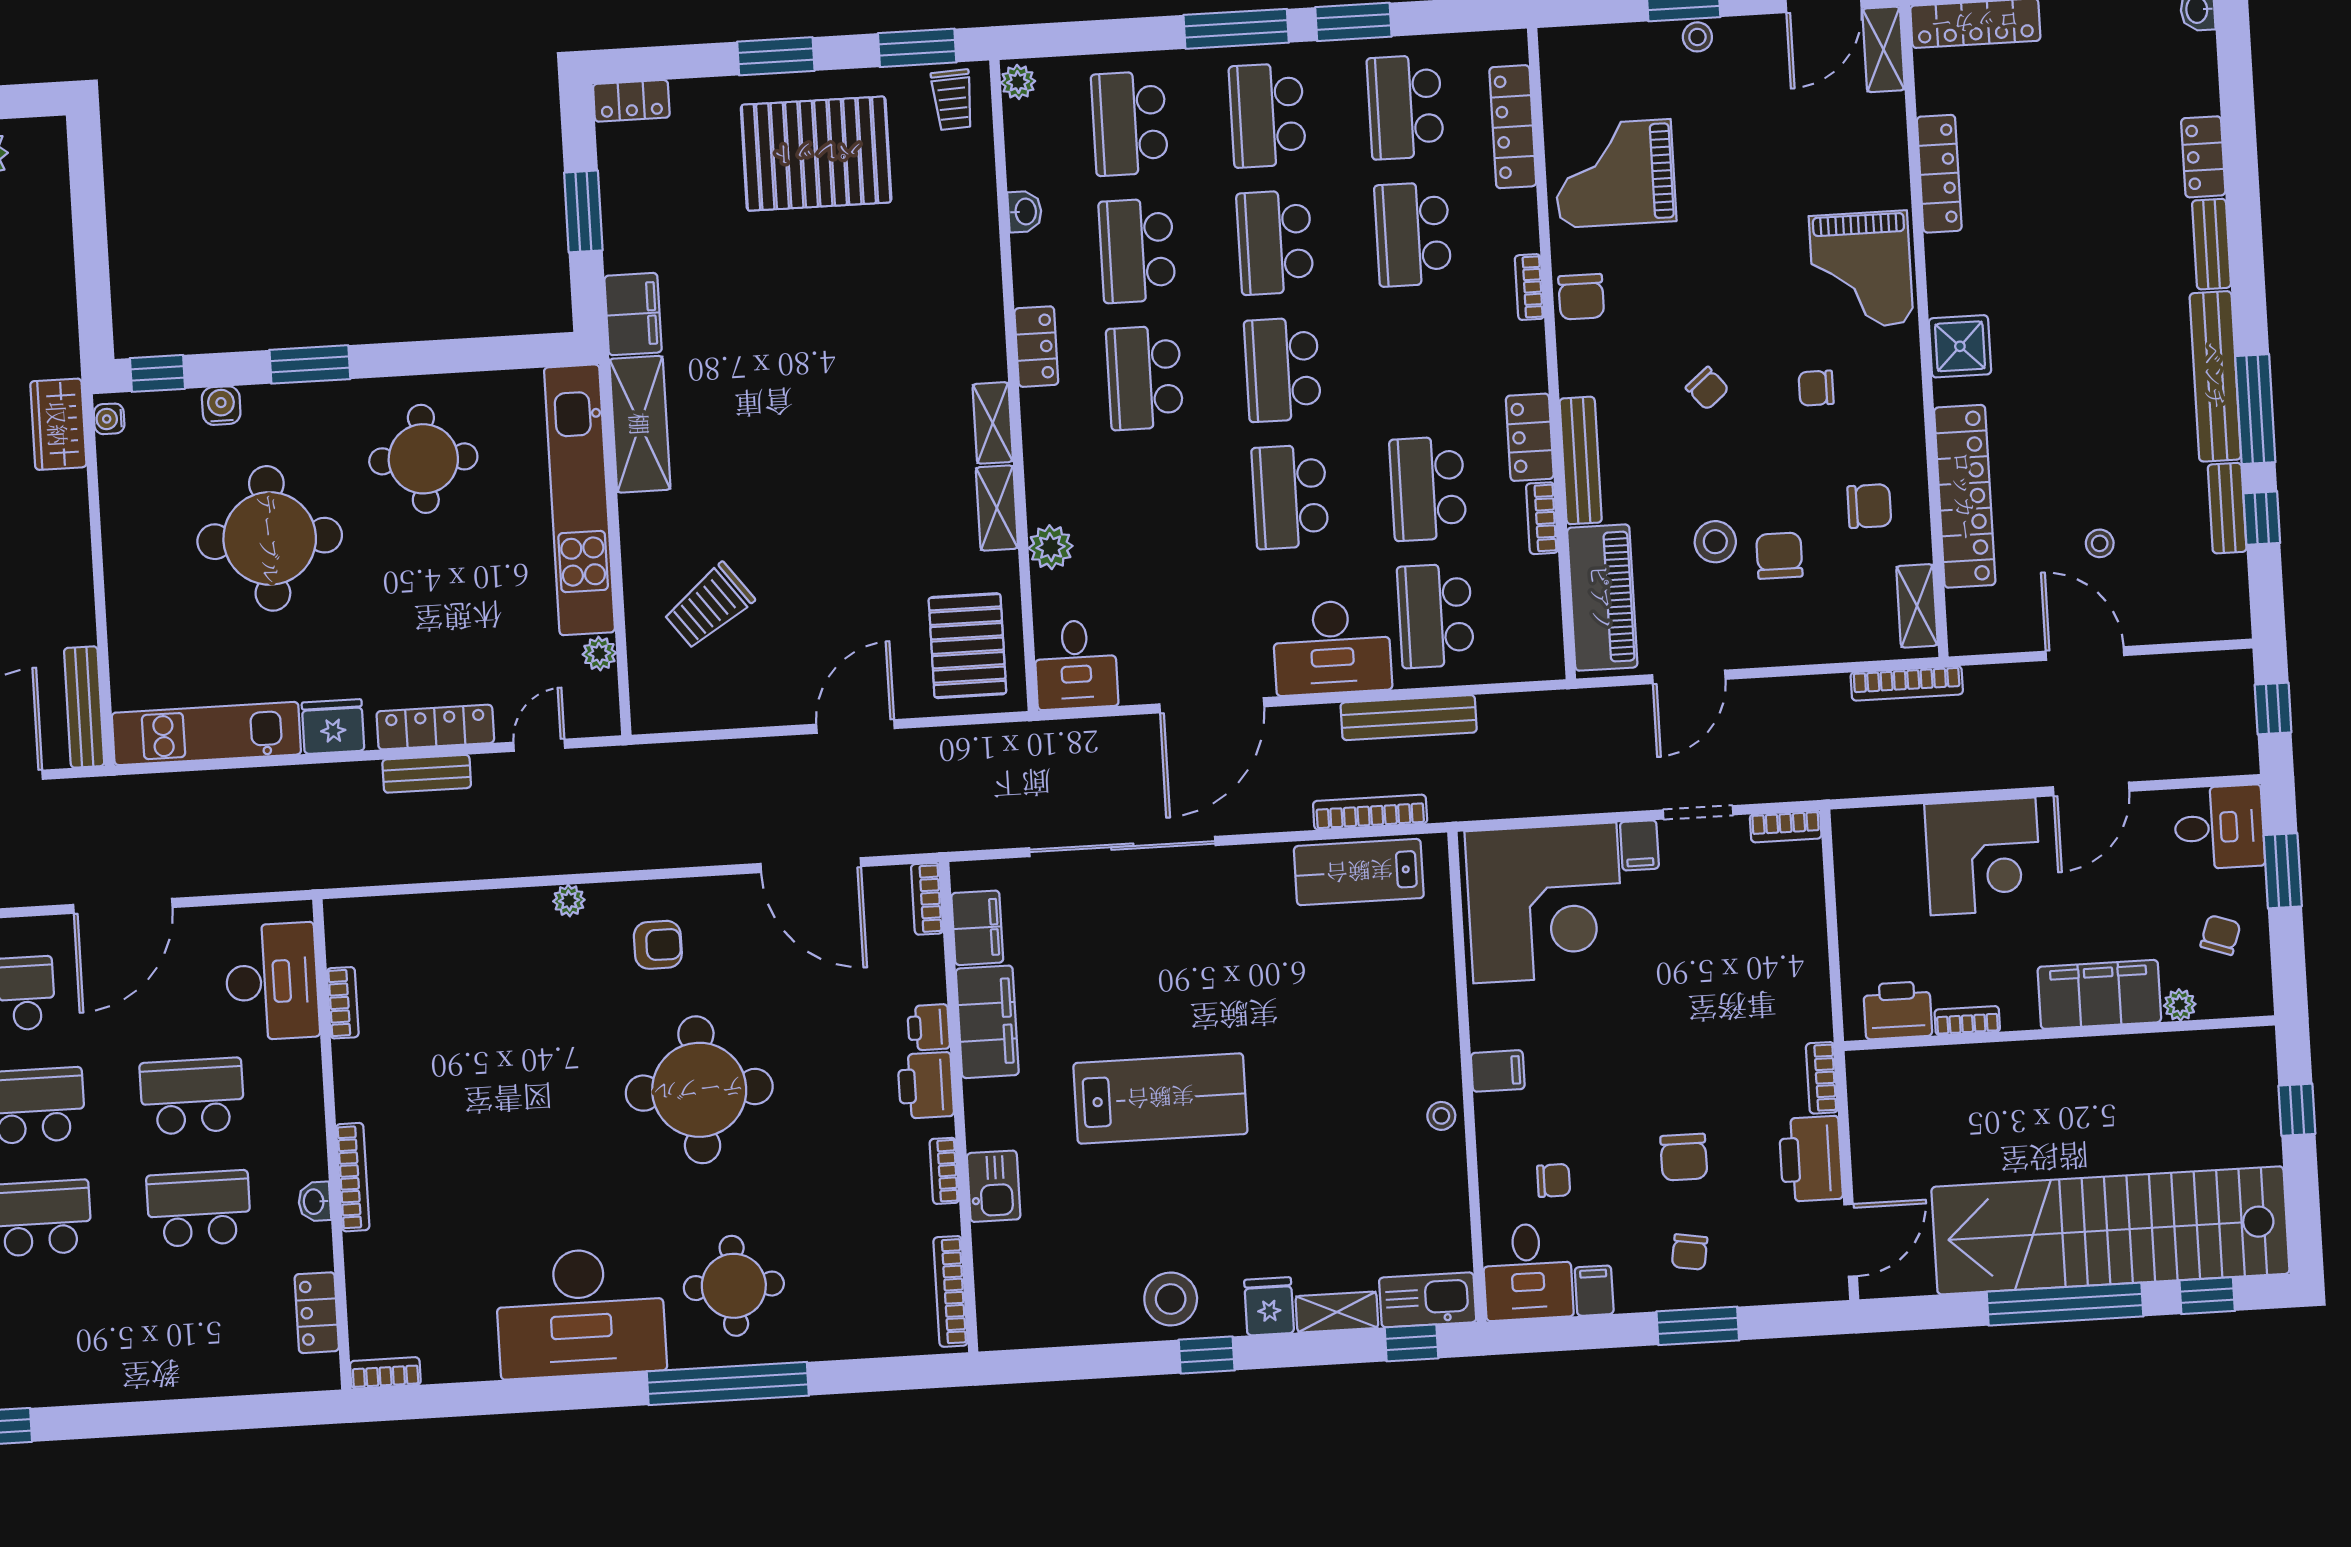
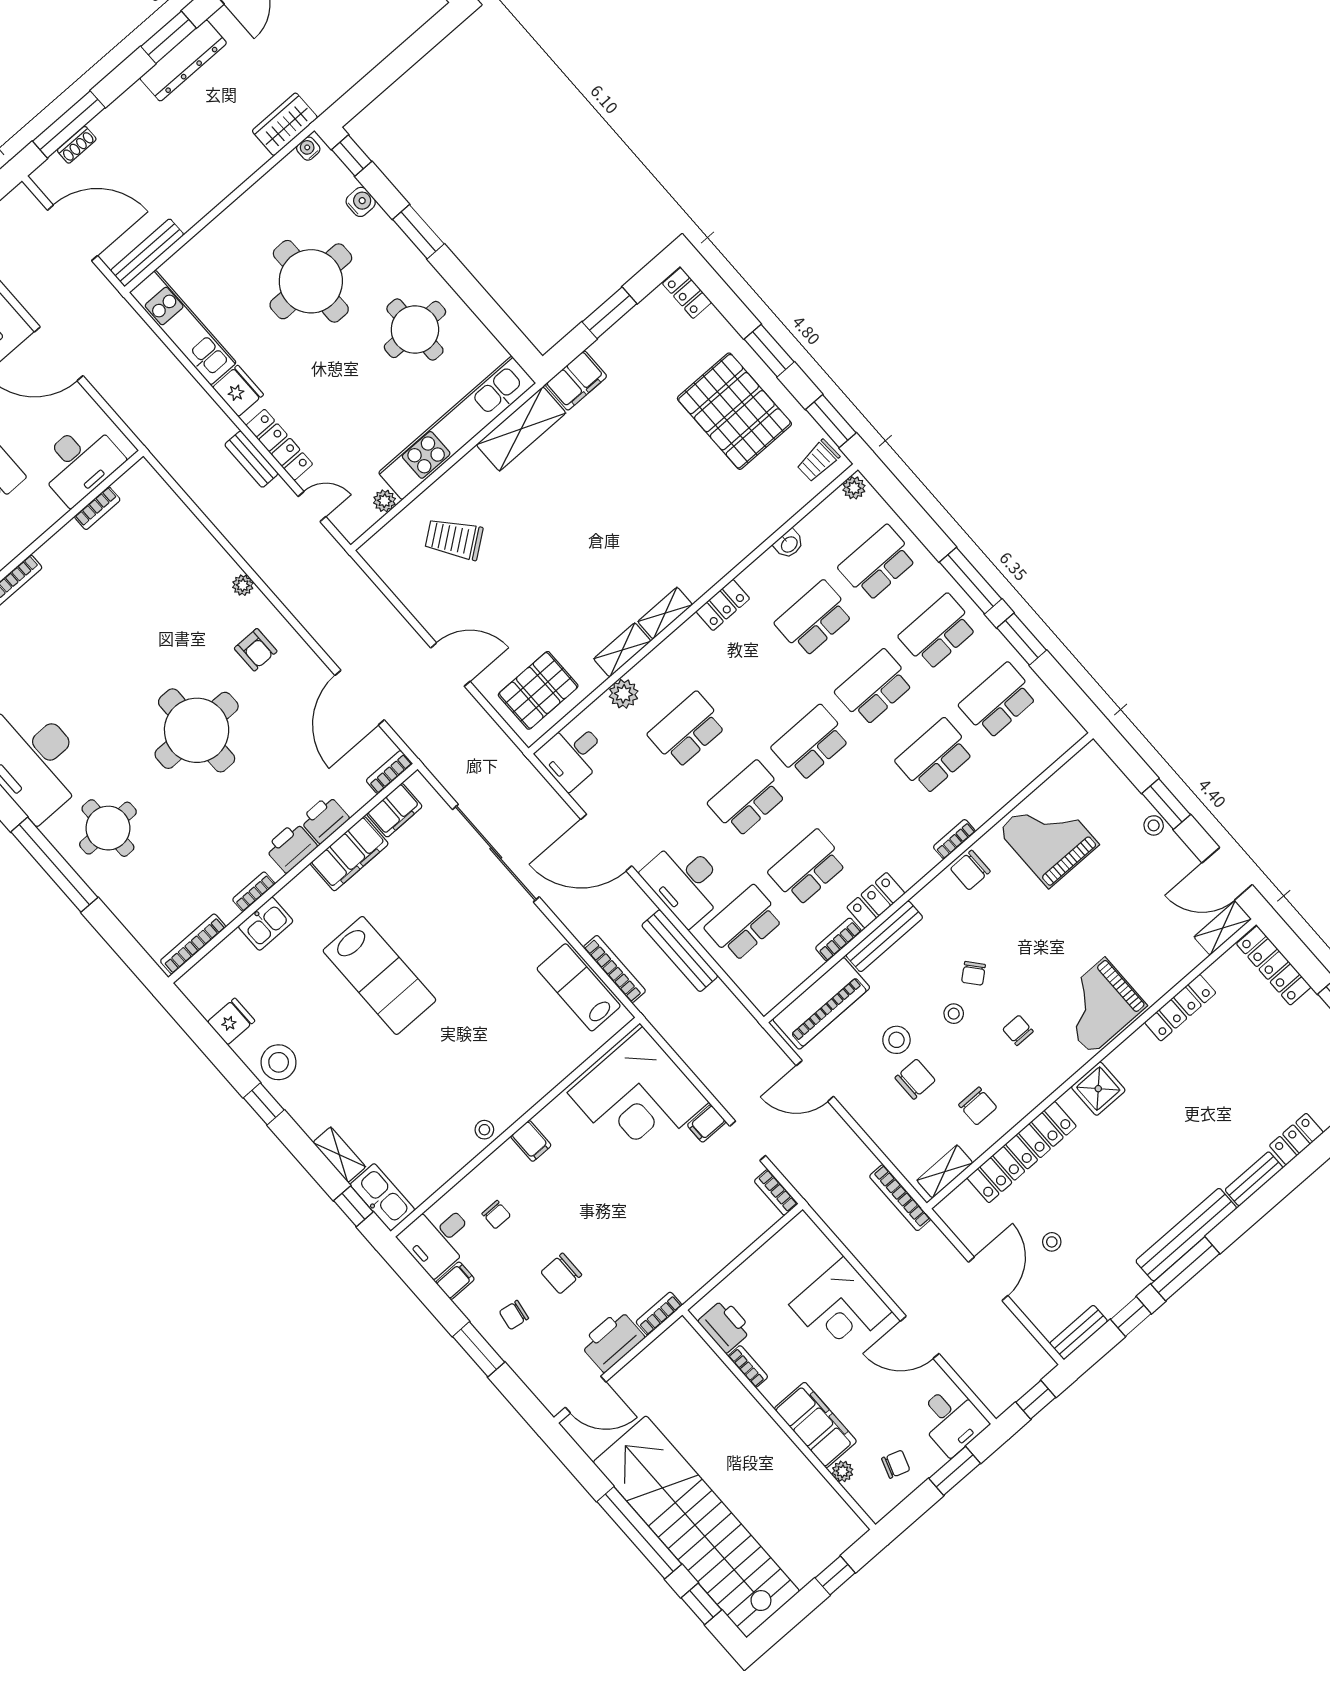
locker: (1513, 127) -> (1032, 765), removed
school desk: (1145, 378) -> (687, 730), moved
stool: (1737, 449) -> (954, 1014), added
bench: (2227, 508) -> (1079, 1332), moved
printer: (929, 1027) -> (324, 819), width x1.36, depth x1.24
fridge: (1269, 1306) -> (231, 1021), moved

